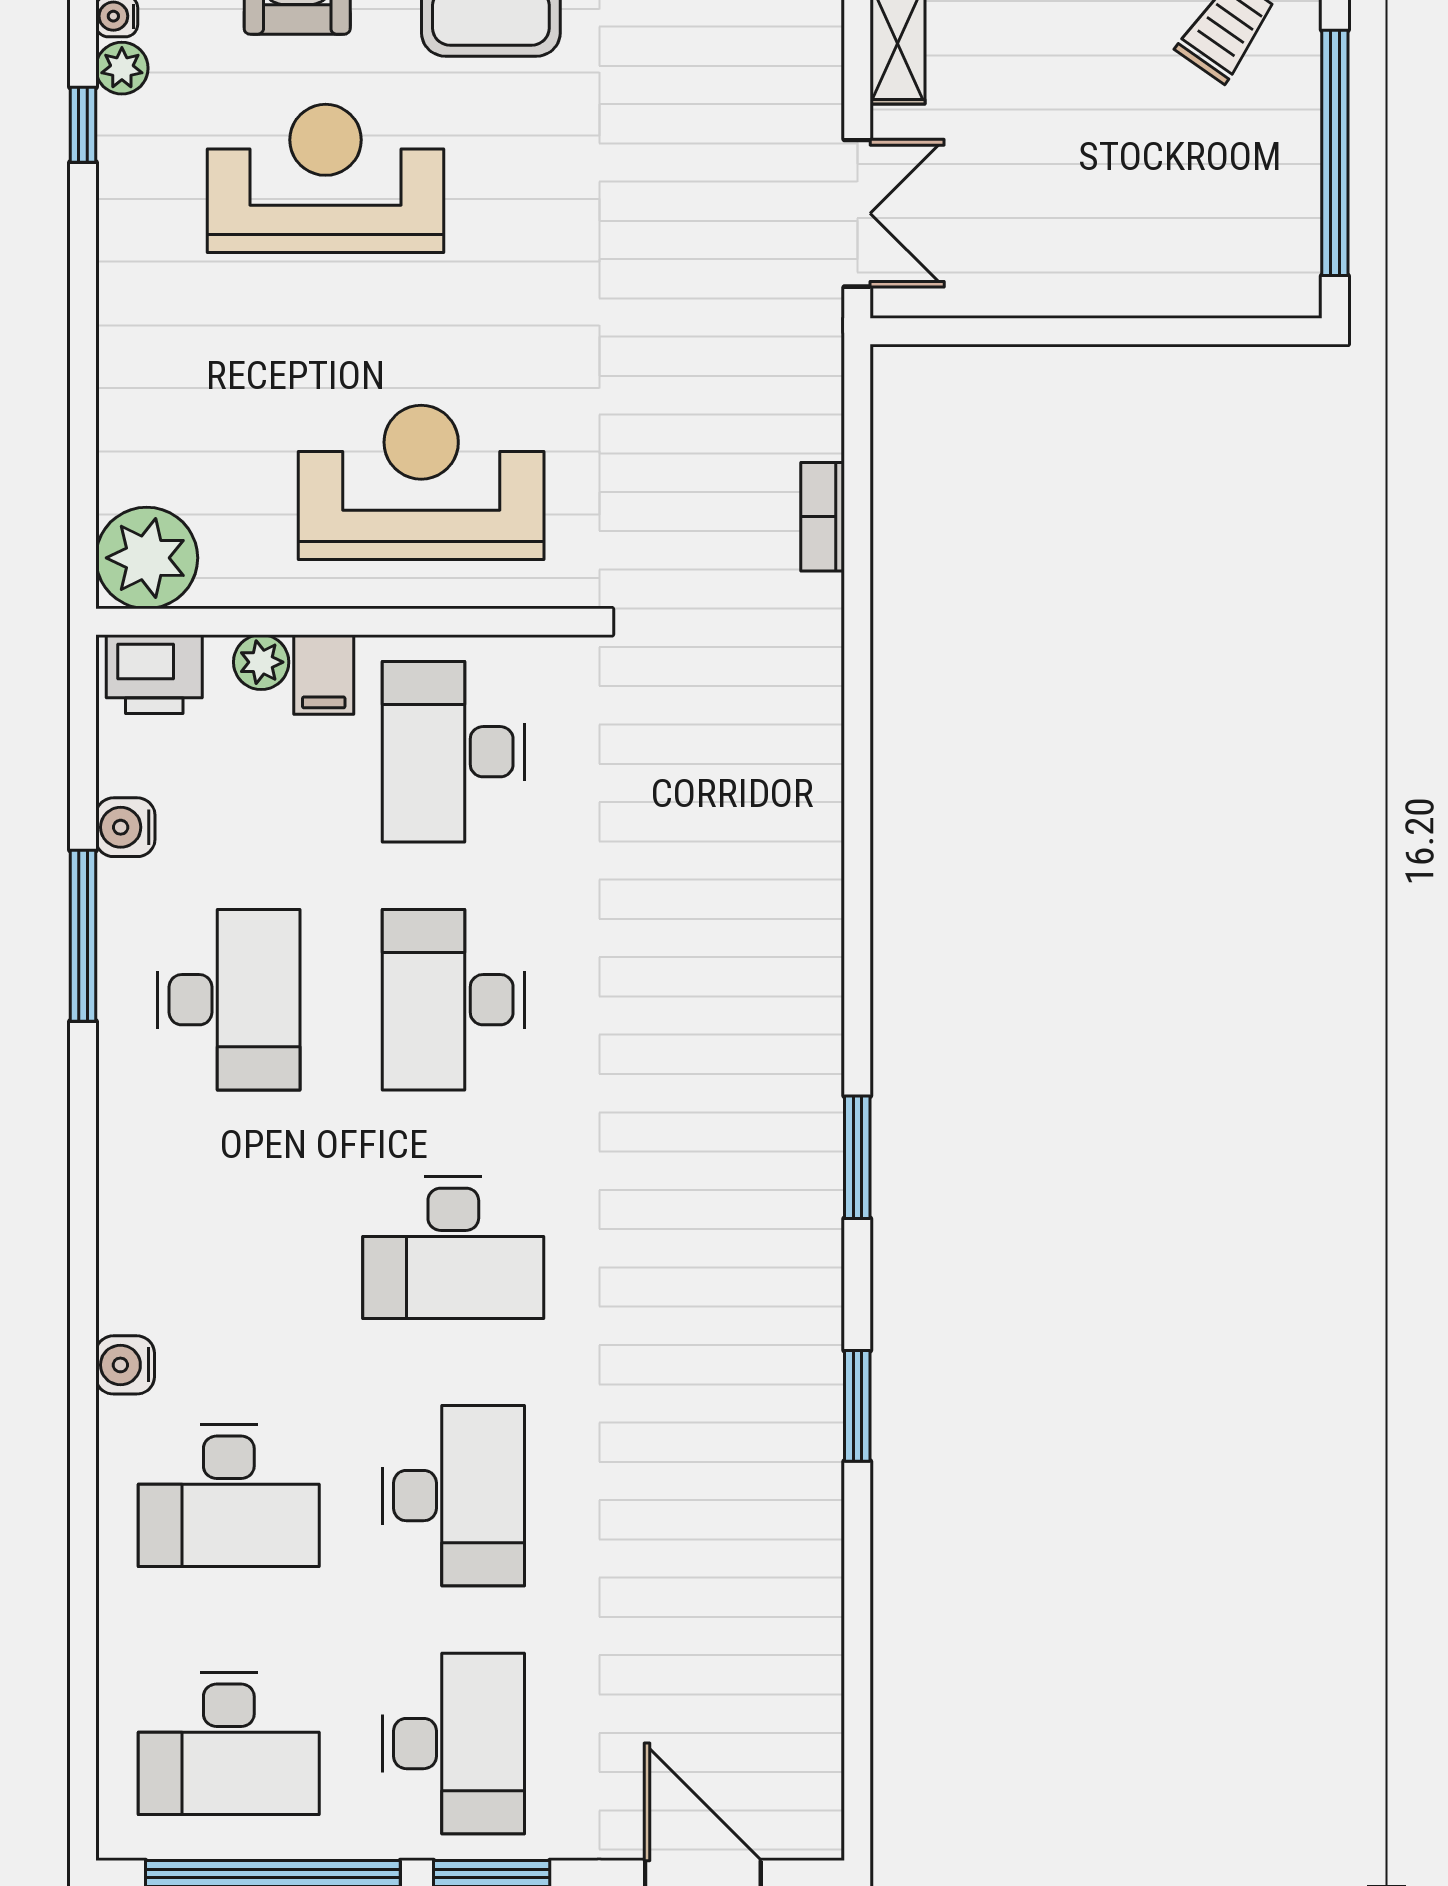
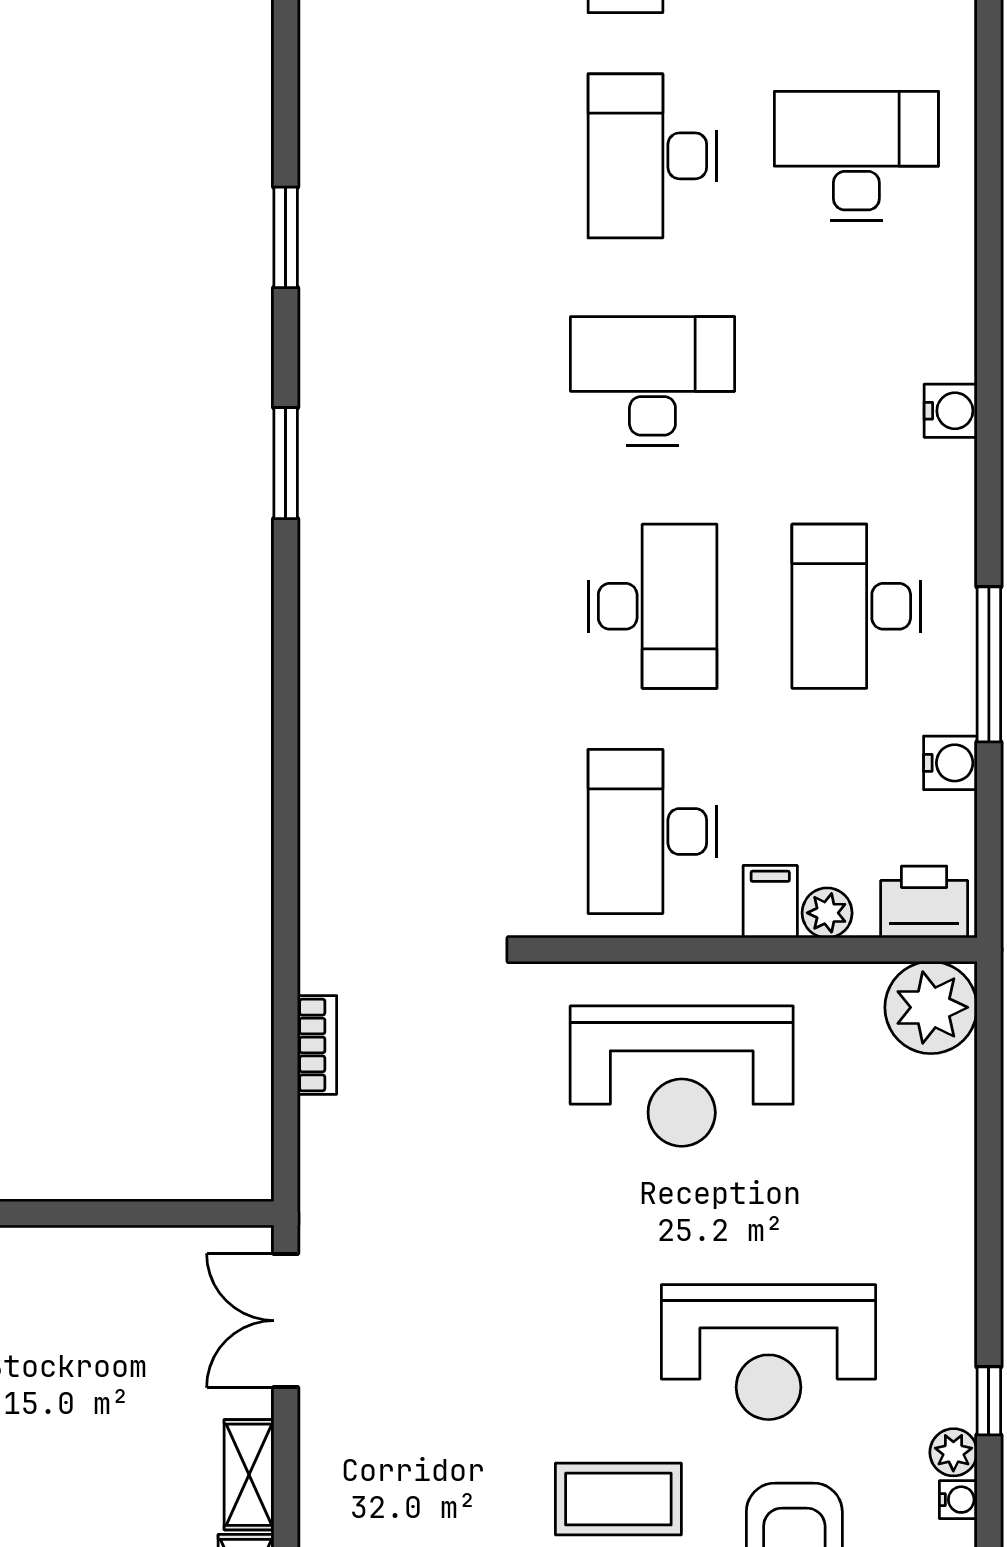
desk: (453, 752) -> (652, 831), turned 180
water cooler: (125, 1365) -> (951, 411), moved

